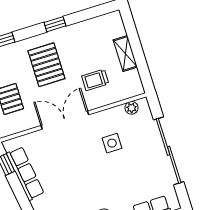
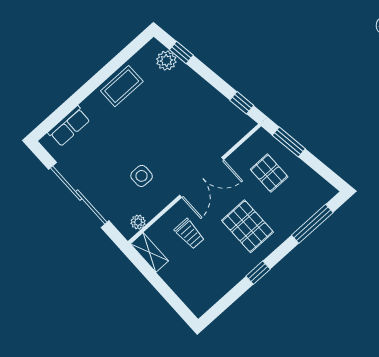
shelving: (125, 53) -> (150, 252), moved
trolley: (95, 80) -> (189, 234), turned 90
row of seats: (25, 173) -> (217, 103), removed

